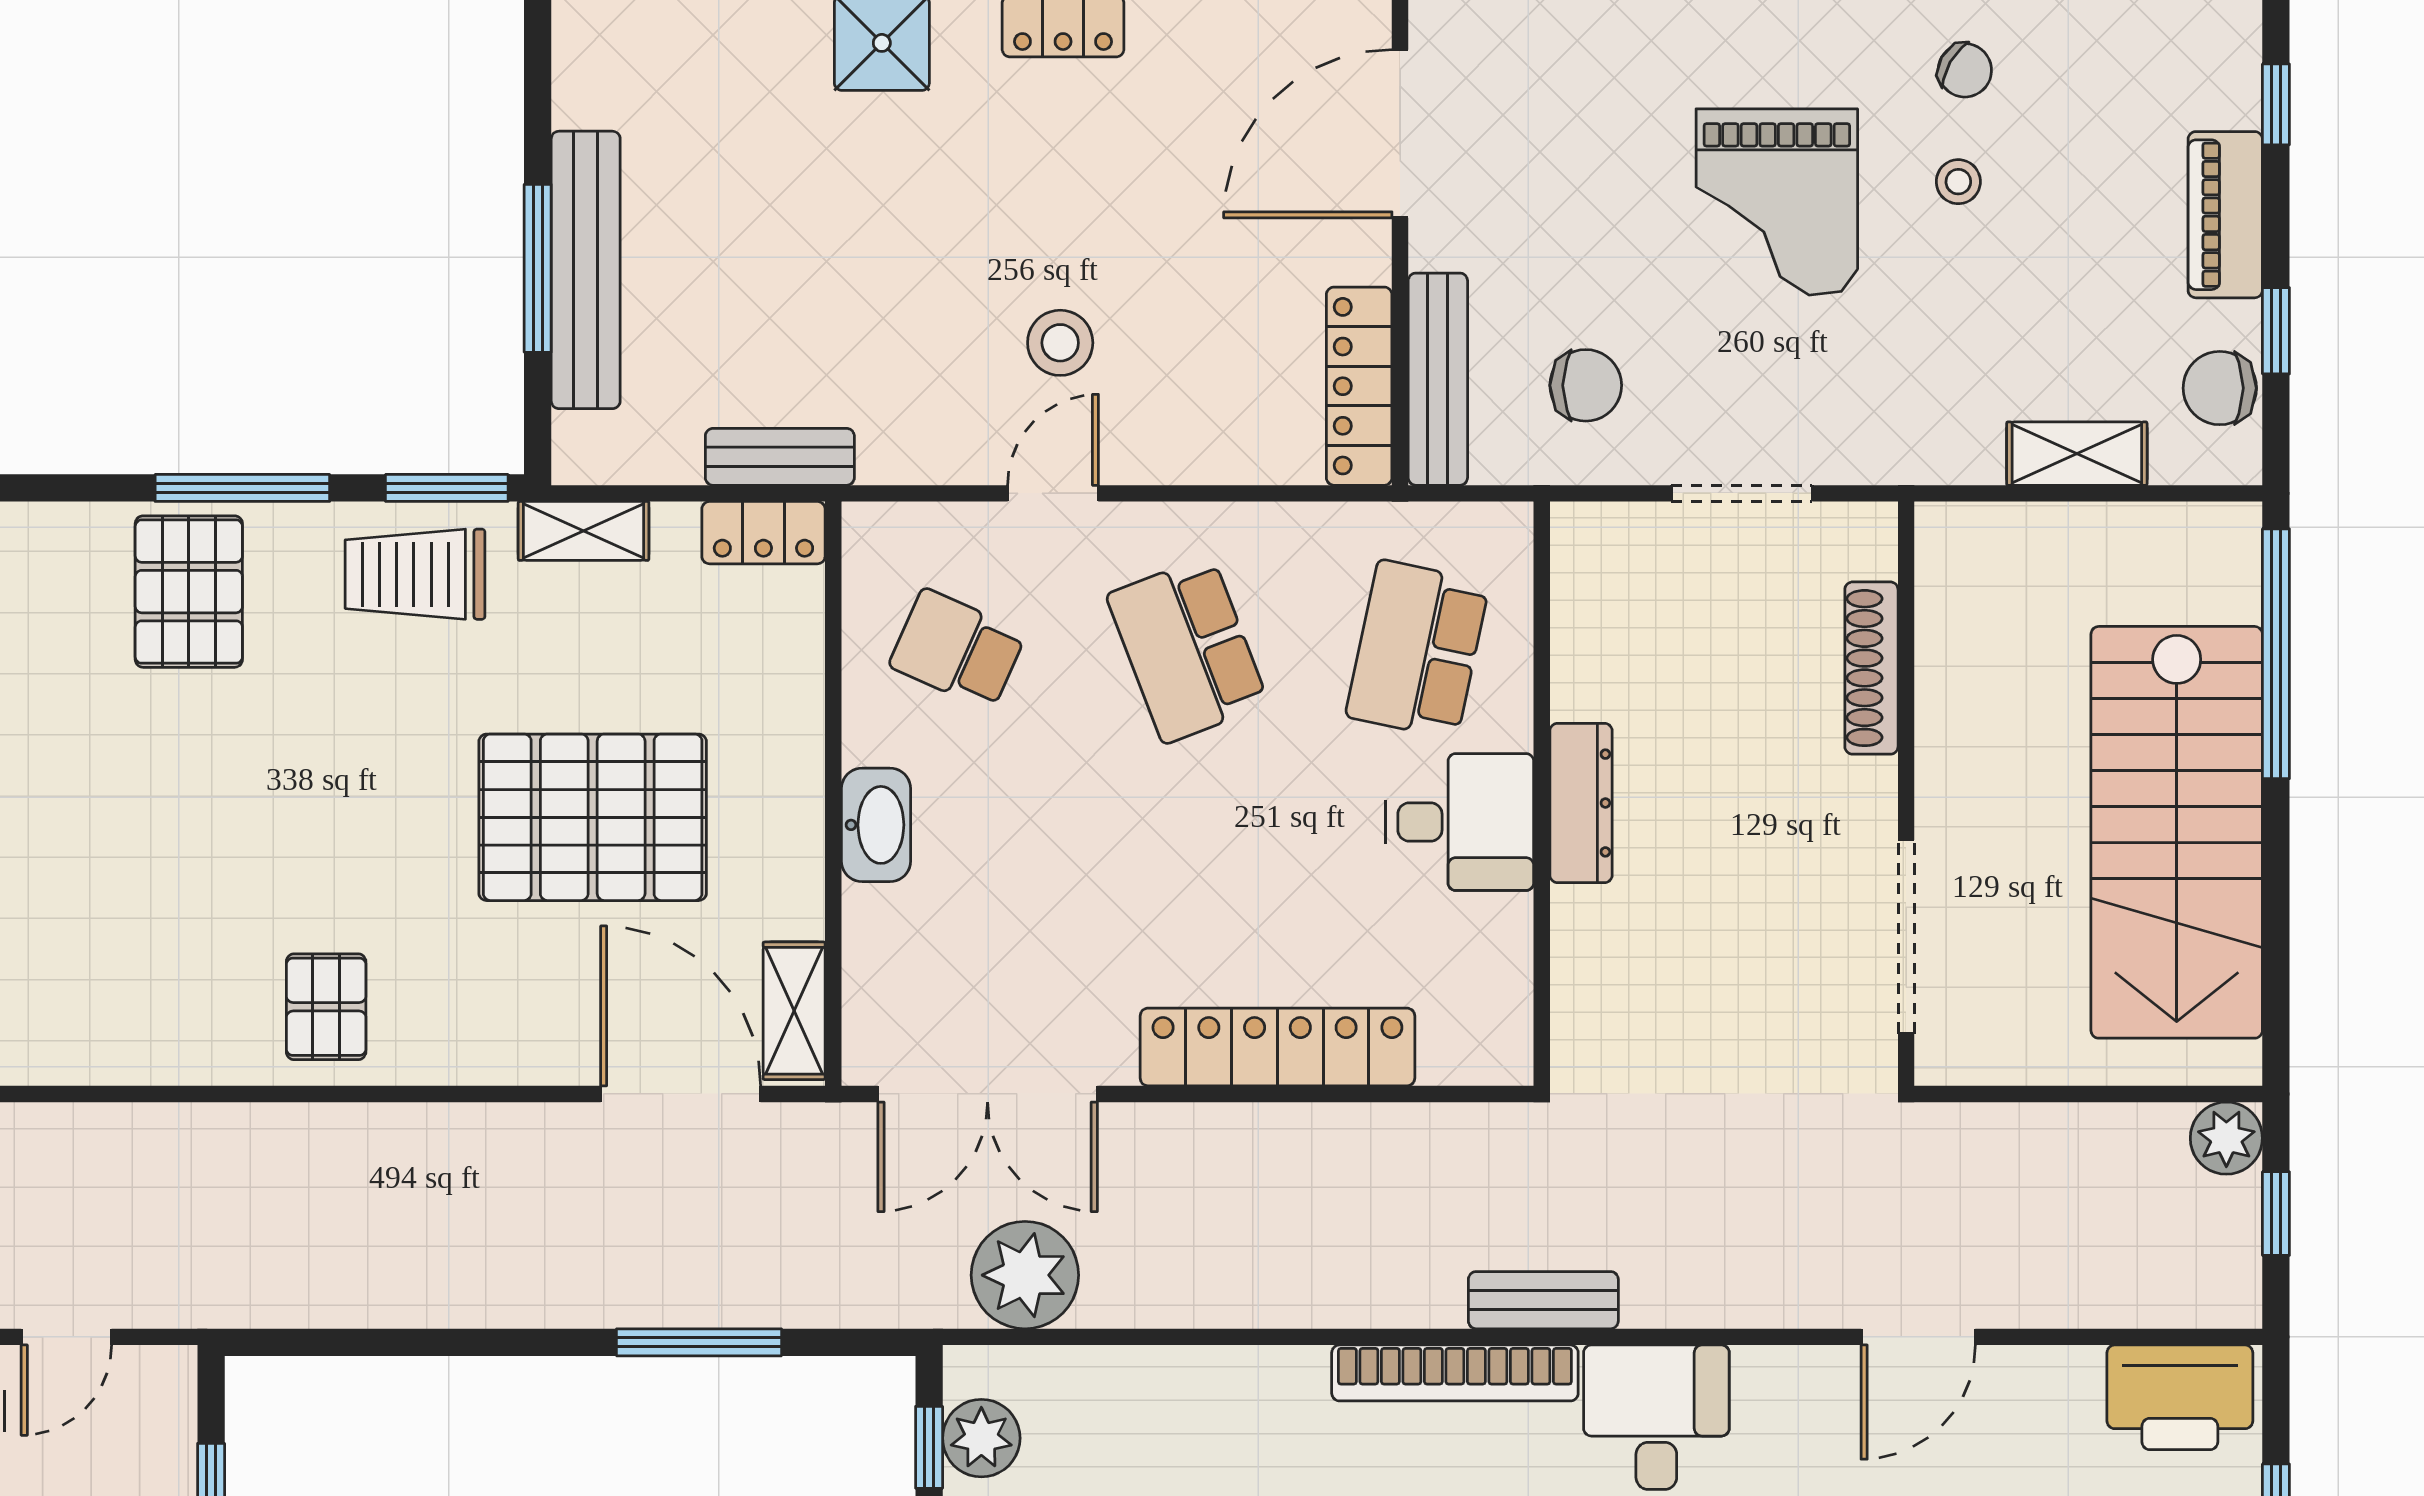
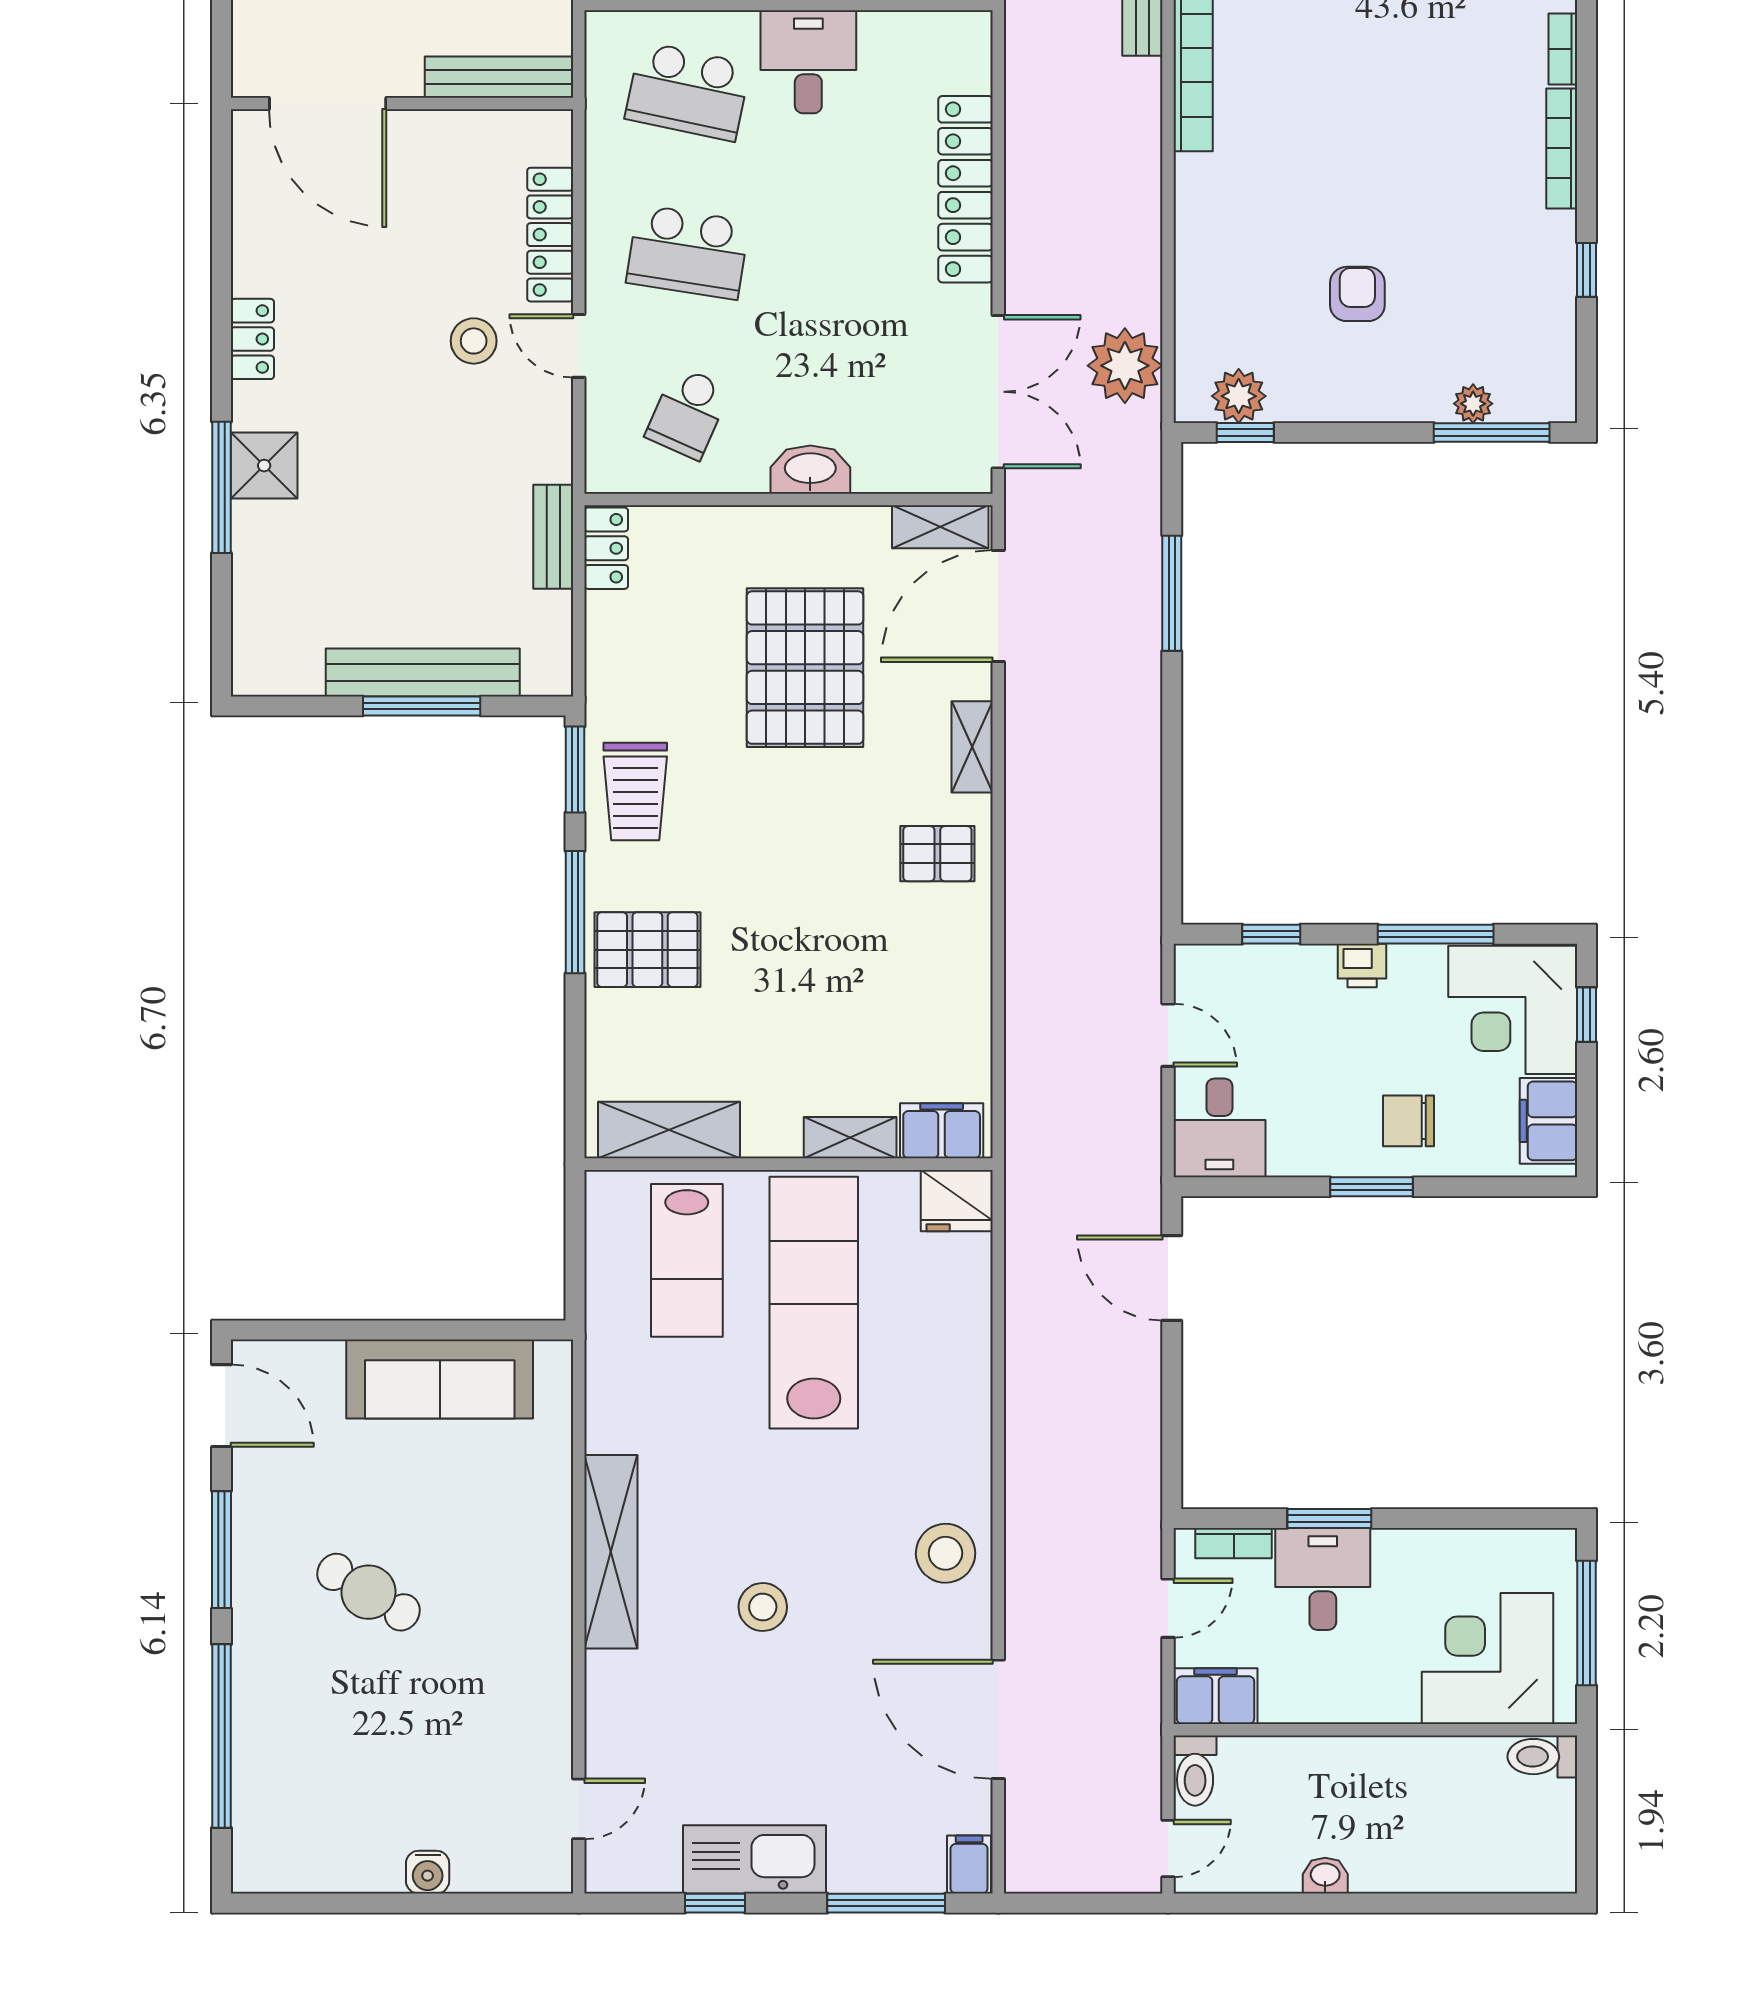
locker: (1359, 386) -> (550, 235), moved, turned 90
shelving: (584, 531) -> (972, 747), moved
school desk: (1187, 649) -> (688, 252), turned 30

